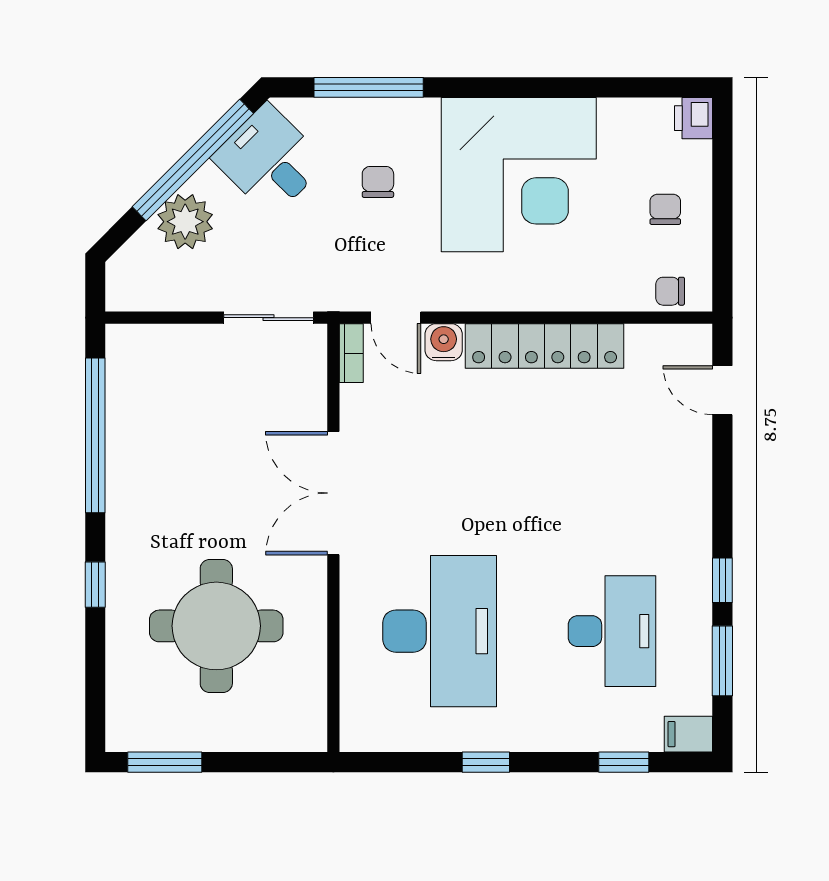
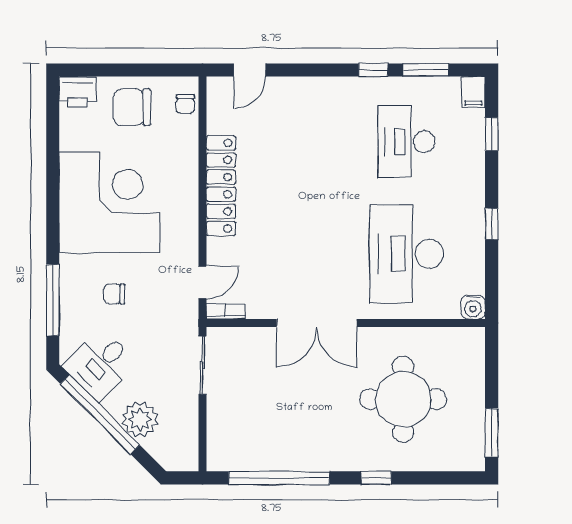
printer: (694, 118) -> (78, 92), width x1.36, depth x1.24
chair: (665, 209) -> (132, 107), width x1.87, depth x1.87
water cooler: (444, 342) -> (473, 307), moved, turned -90
desk: (440, 631) -> (406, 254), turned -90
desk: (612, 631) -> (406, 142), turned -90

